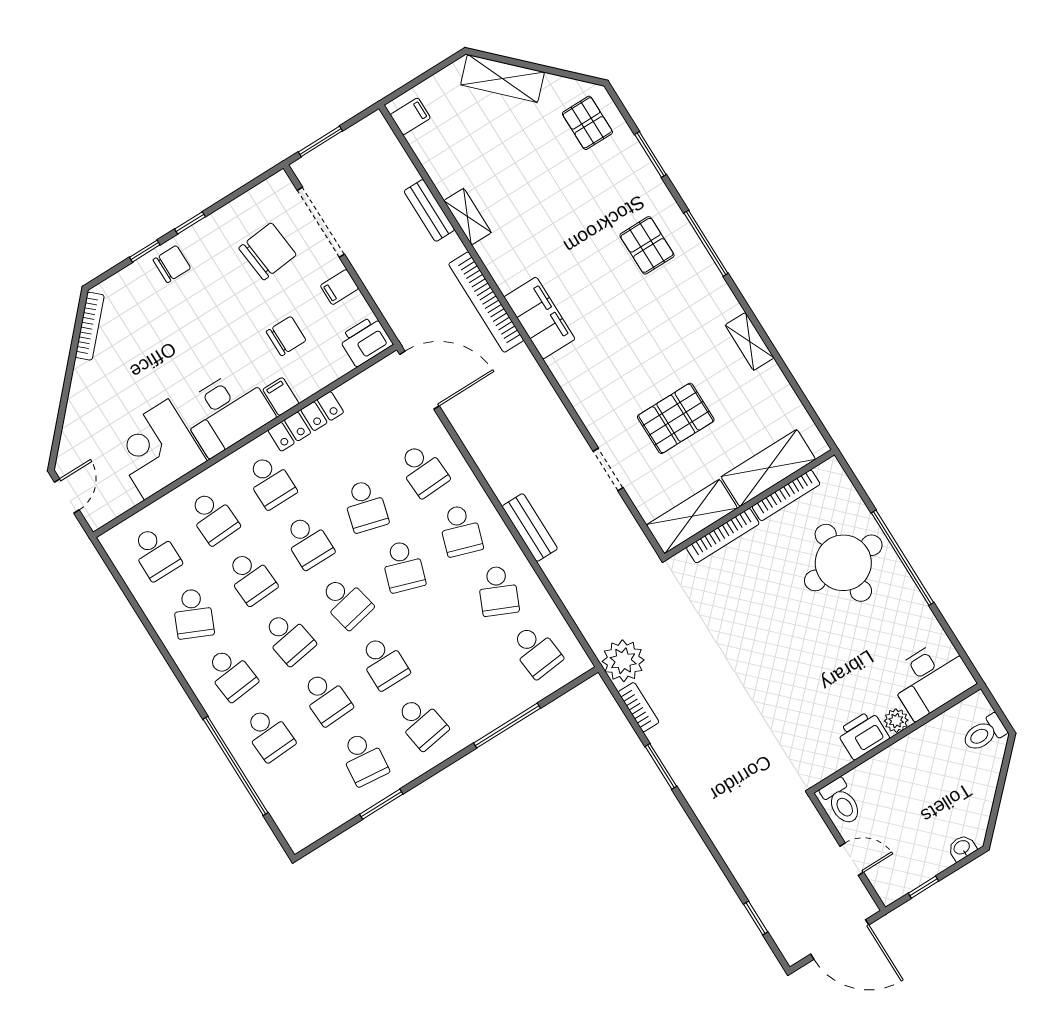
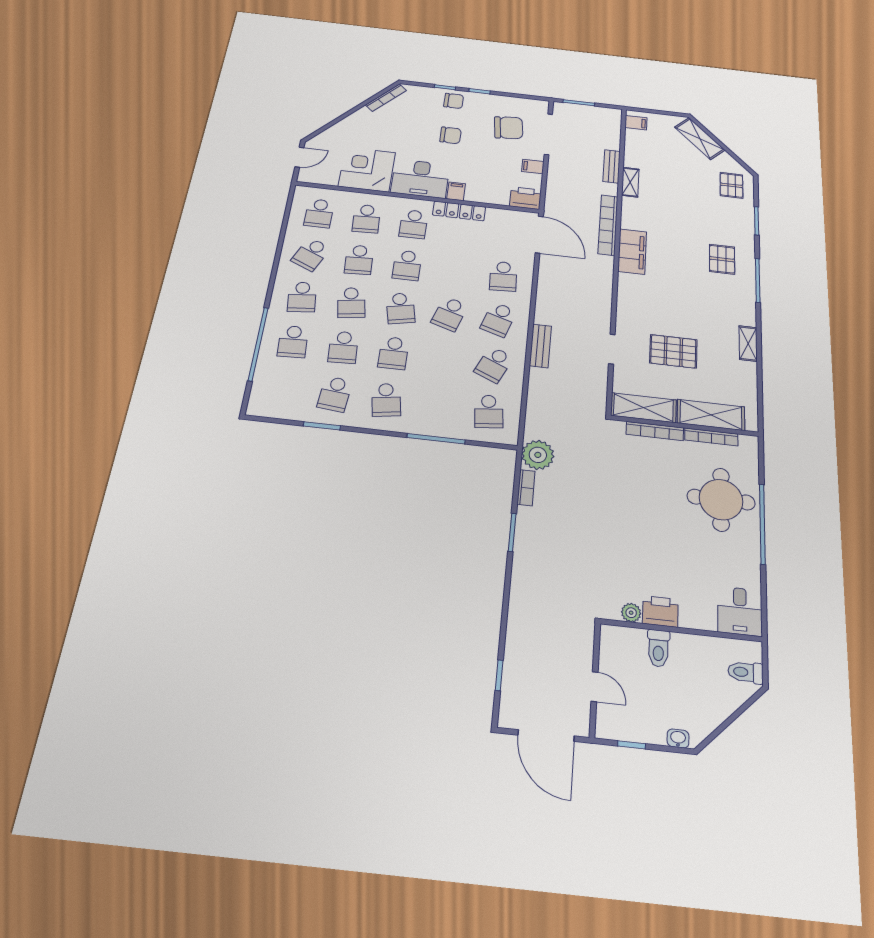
chair: (286, 336) -> (451, 135), moved
school desk: (365, 506) -> (455, 271), removed
desk: (931, 679) -> (740, 611), width x0.73
plant: (896, 721) -> (631, 613), moved
toilet: (841, 802) -> (658, 648), moved

